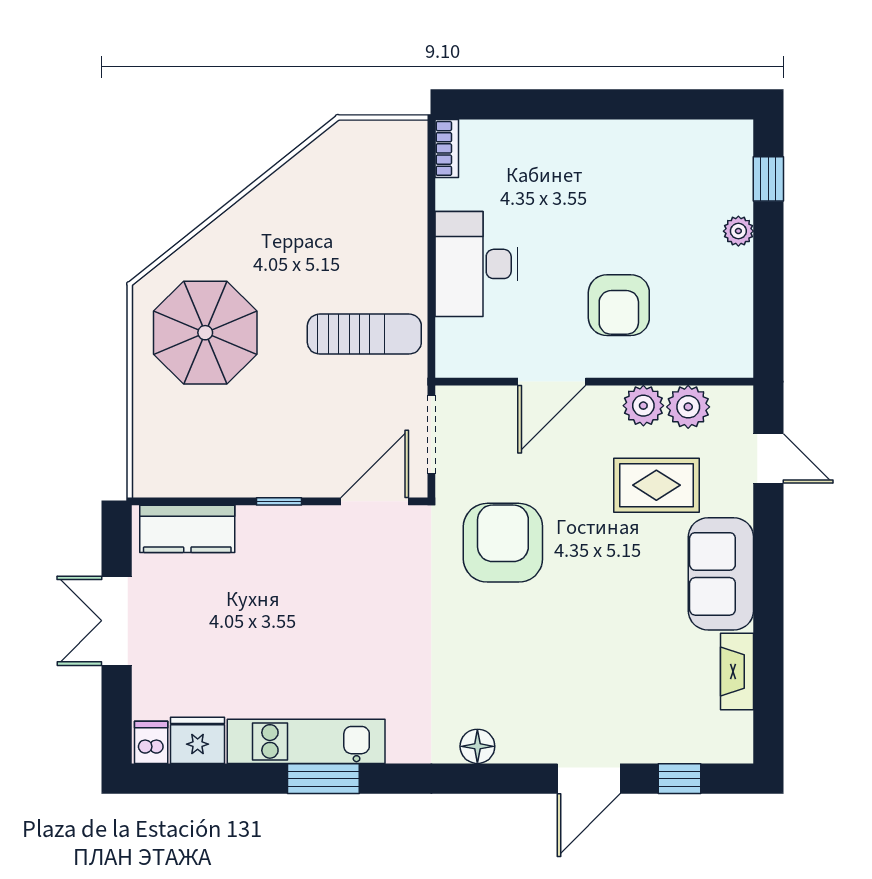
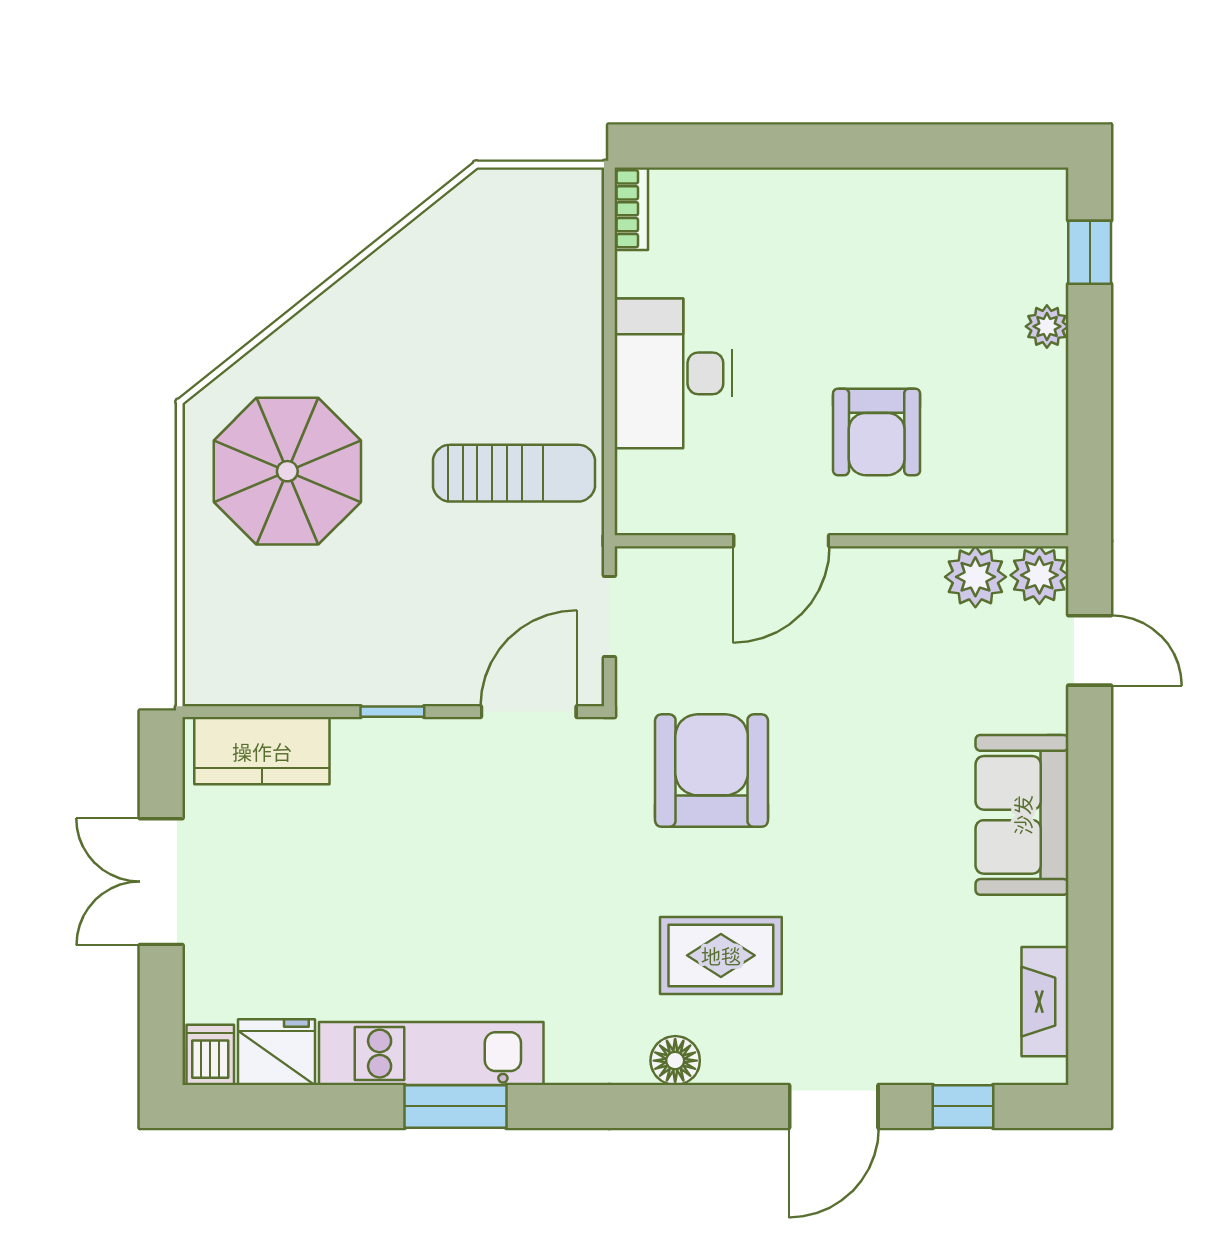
plant: (643, 406) -> (1039, 575), moved
doorway: (431, 435) -> (609, 616), width x0.73
rug: (656, 485) -> (721, 955), moved
fireplace: (737, 672) -> (1045, 1002), moved

